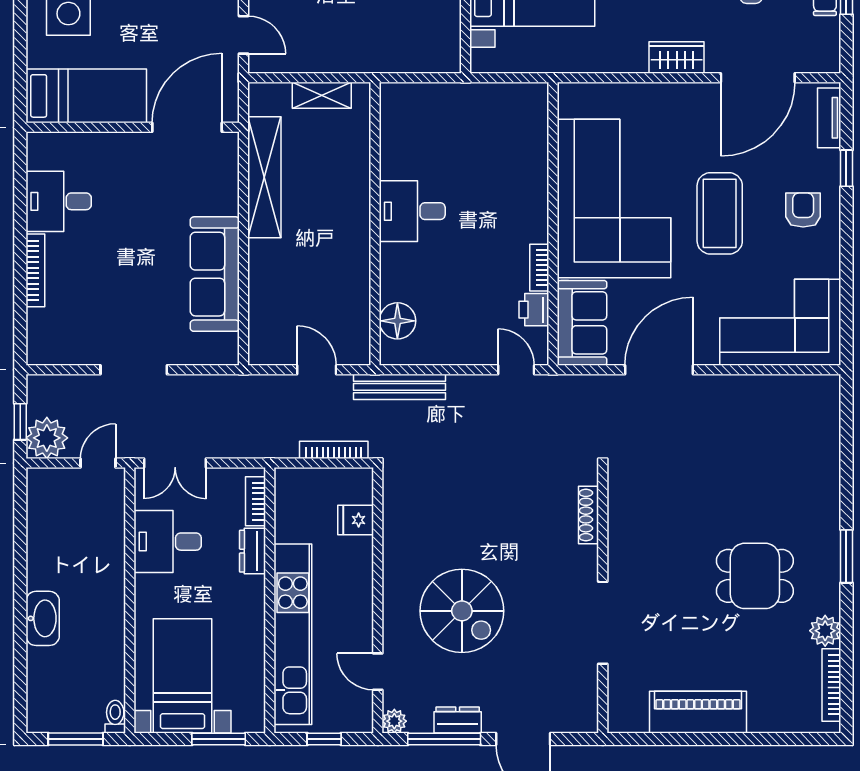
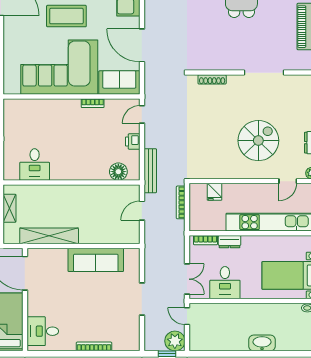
desk: (59, 201) -> (43, 331), moved, turned 90
desk: (412, 211) -> (35, 165), moved
printer: (534, 310) -> (133, 141), moved, turned 90

